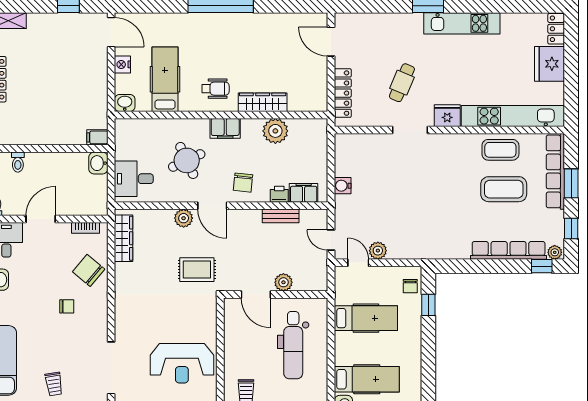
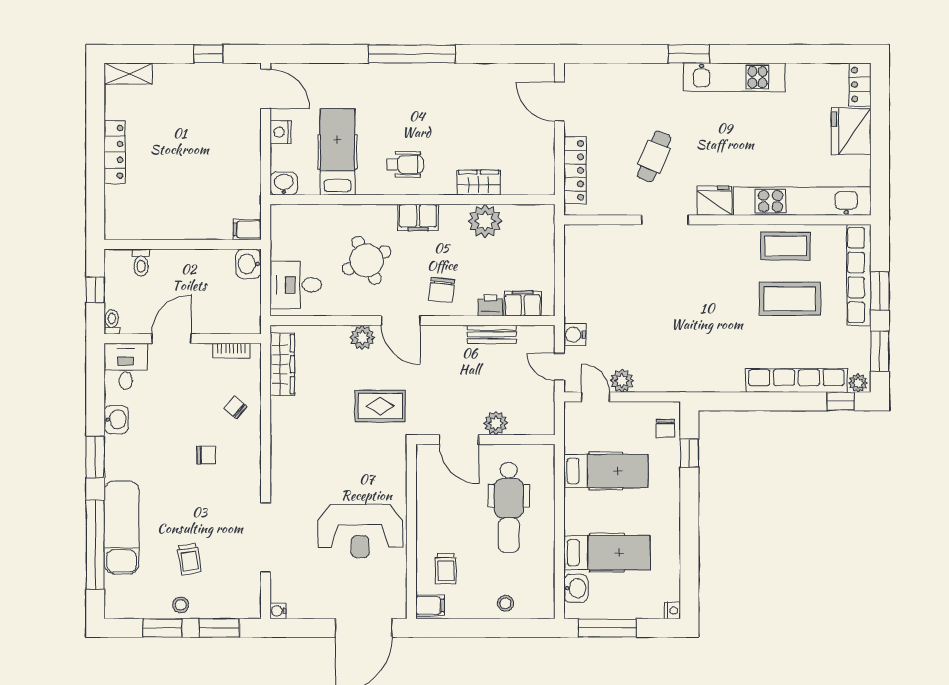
wardrobe: (263, 102) -> (479, 183), width x0.67
water cooler: (343, 186) -> (575, 335), moved
window: (571, 229) -> (880, 351), width x1.50
chair: (89, 270) -> (236, 407), width x0.54, depth x0.54

